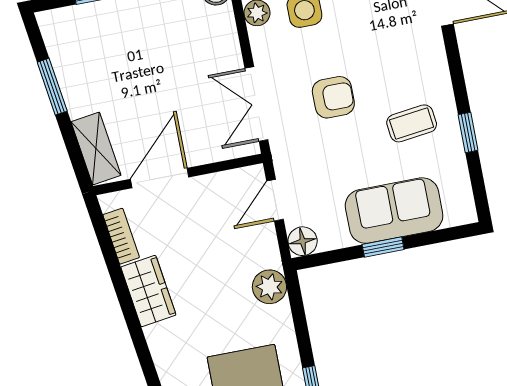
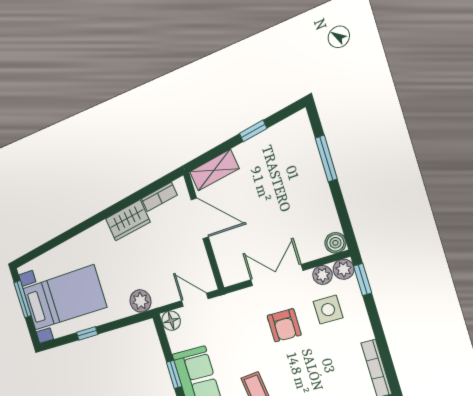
window: (52, 87) -> (253, 131), width x0.67
armchair: (333, 97) -> (284, 325), moved
double door: (256, 104) -> (276, 275), moved

